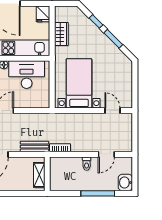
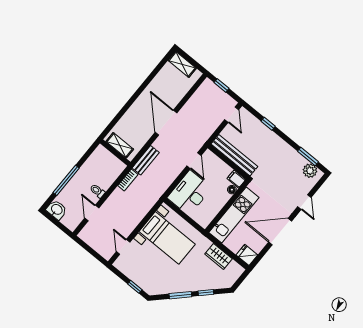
desk: (27, 75) -> (189, 193), moved, turned 180
window: (135, 78) -> (135, 287), added
door: (112, 111) -> (123, 247), swing flipped

